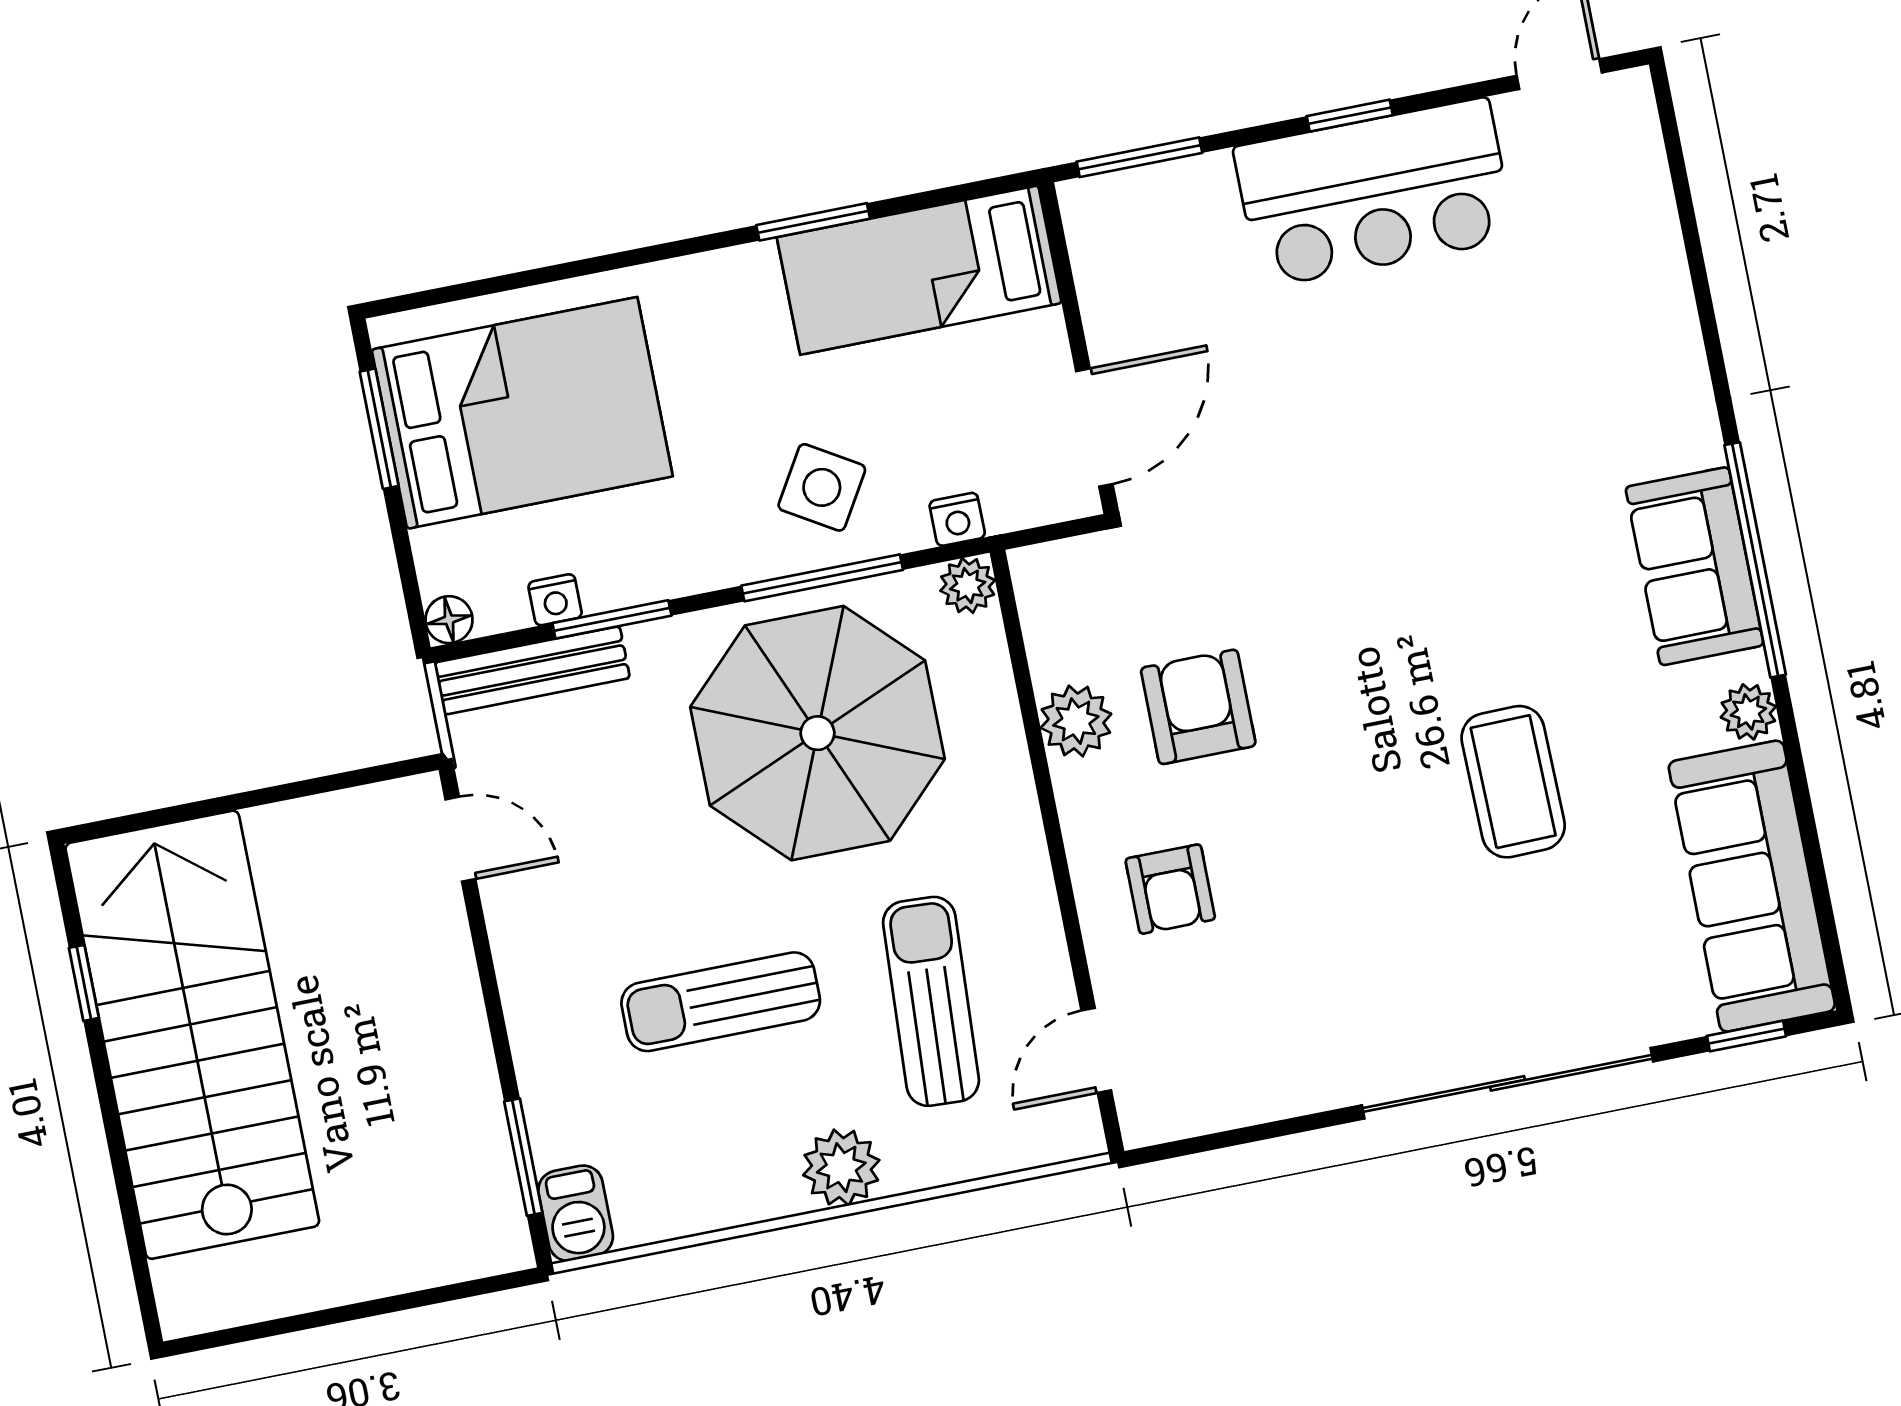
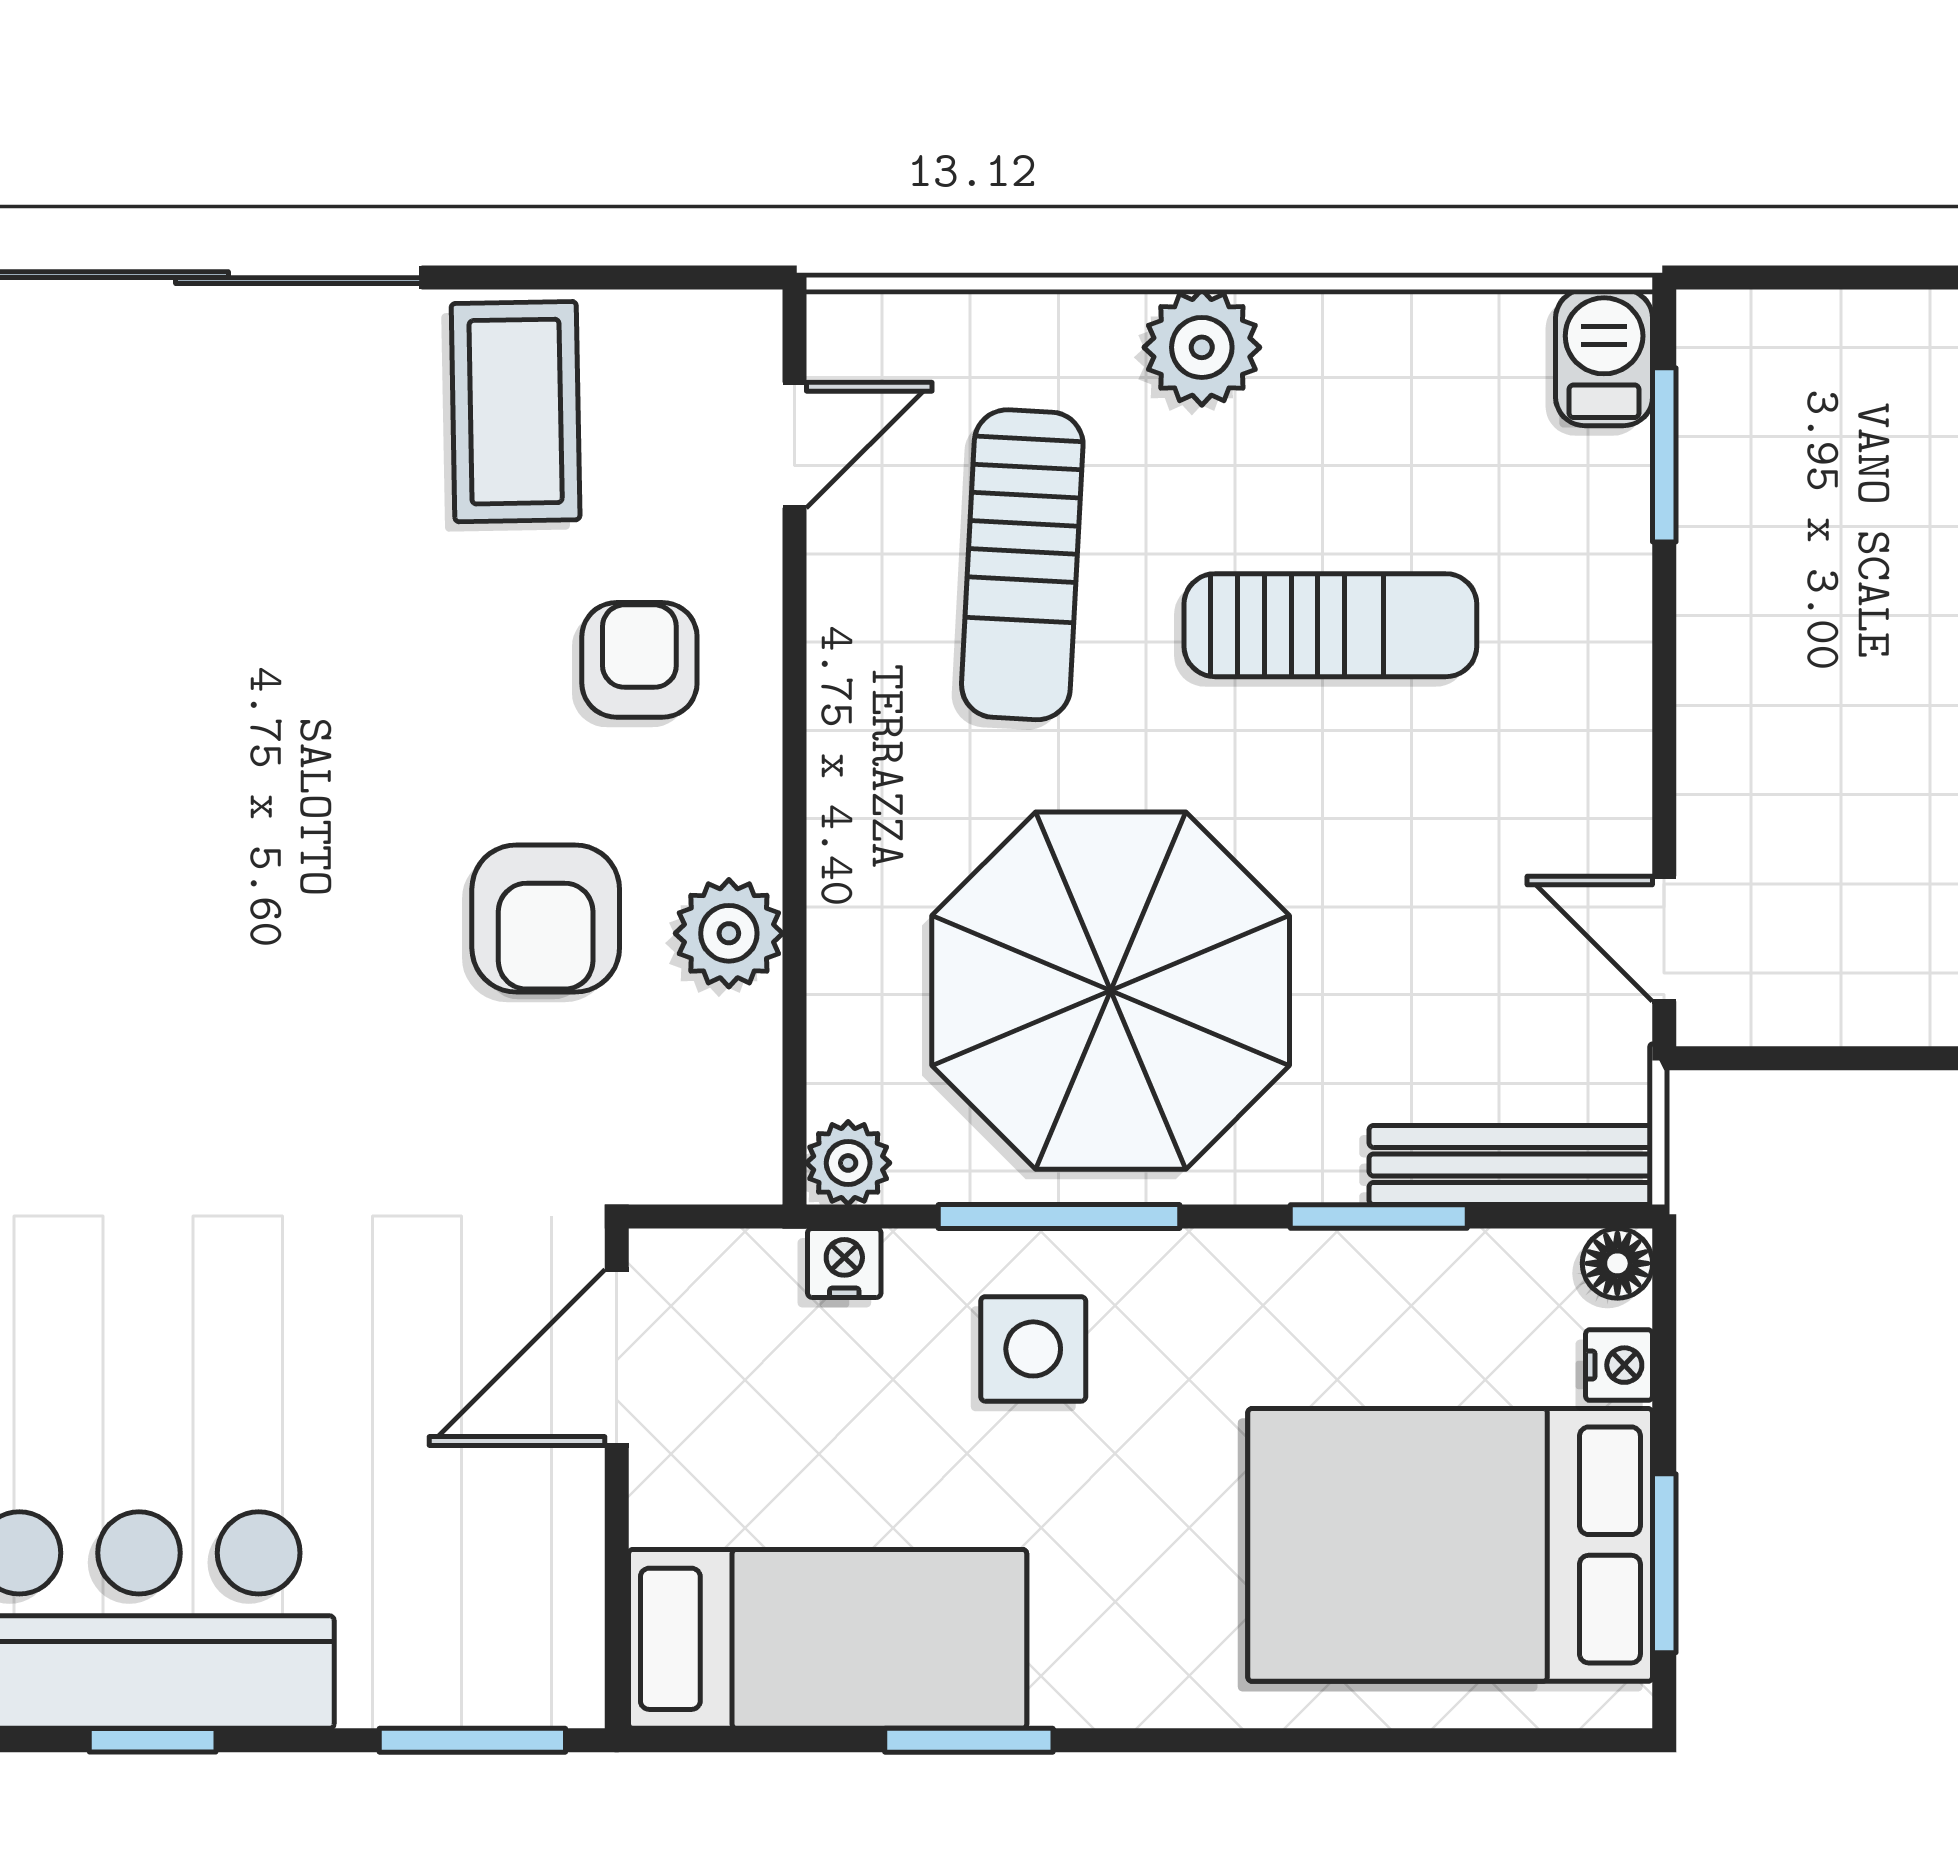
side table: (822, 487) -> (1033, 1349), turned -31
nightstand: (555, 600) -> (1619, 1365), moved, turned 90
coffee table: (1513, 782) -> (516, 412), moved

